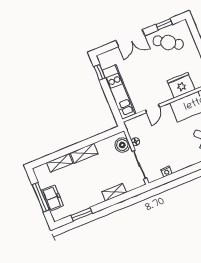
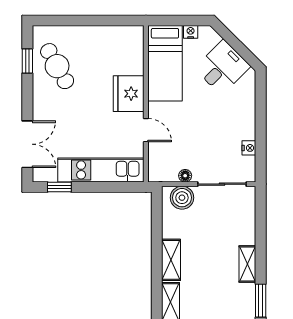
double door: (130, 38) -> (27, 144), moved
cafe table: (168, 43) -> (57, 66), turned -61
fridge: (181, 85) -> (129, 94), moved
shelving: (114, 192) -> (247, 264), moved

